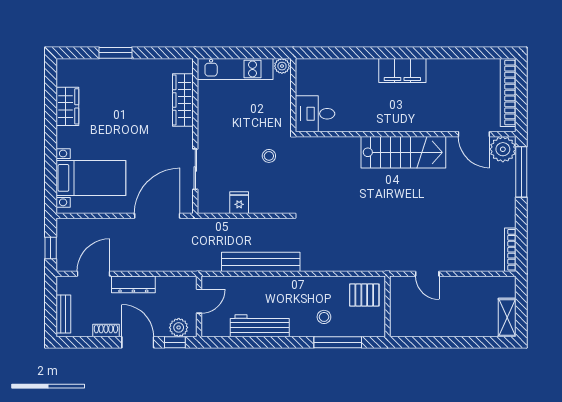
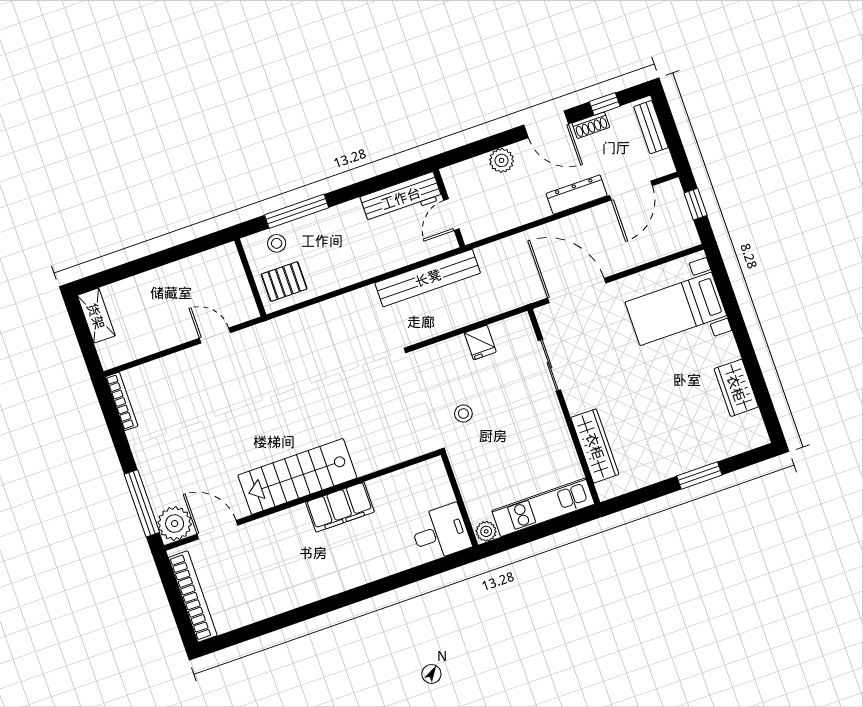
filing cabinet: (402, 70) -> (340, 507), moved, turned 180
desk: (315, 114) -> (440, 533), moved
door: (157, 216) -> (577, 291), swing flipped
door: (199, 301) -> (451, 215), moved
wall: (199, 306) -> (449, 208), moved
stool: (324, 317) -> (277, 243), moved
window: (175, 342) -> (605, 104), moved

